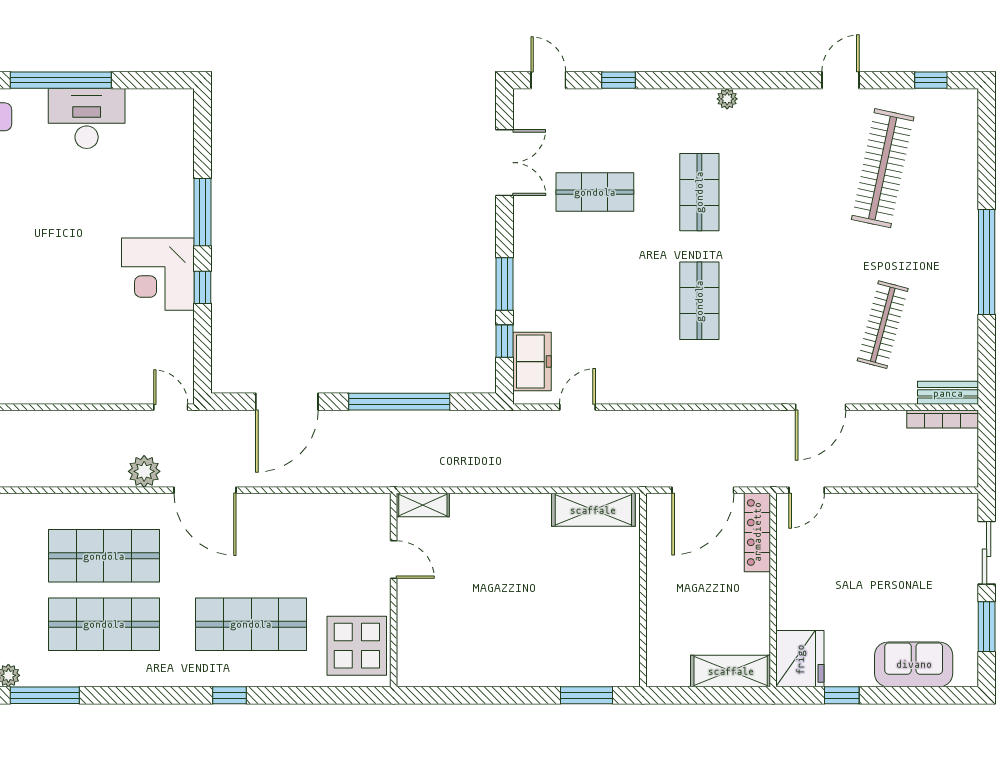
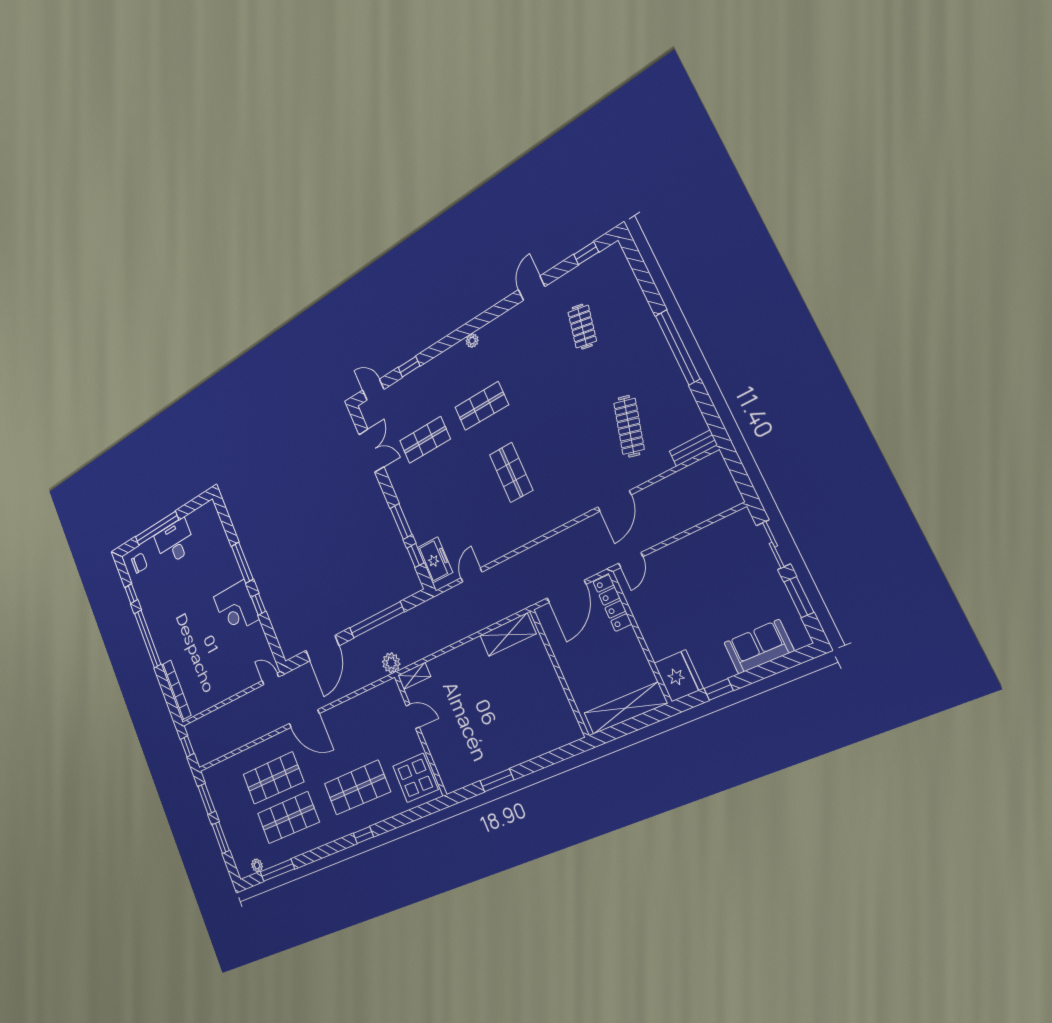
clothes rail: (883, 168) -> (582, 327), width x0.54, depth x0.76
shop shelf: (699, 192) -> (482, 406), turned 90
bookcase: (943, 419) -> (698, 468), removed
plant: (144, 471) -> (391, 663), moved
shelving: (731, 671) -> (625, 708), width x1.47
window: (587, 695) -> (497, 780), moved

